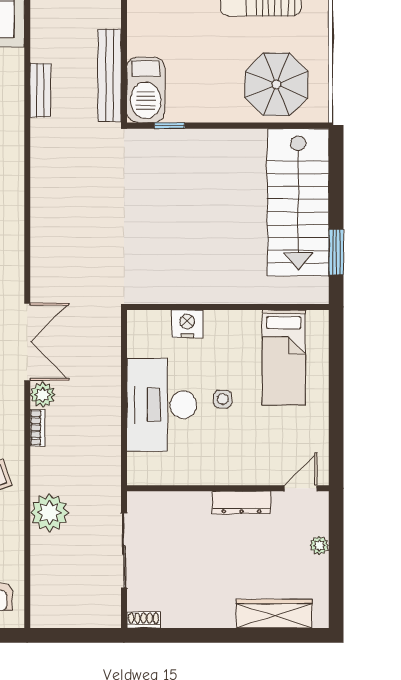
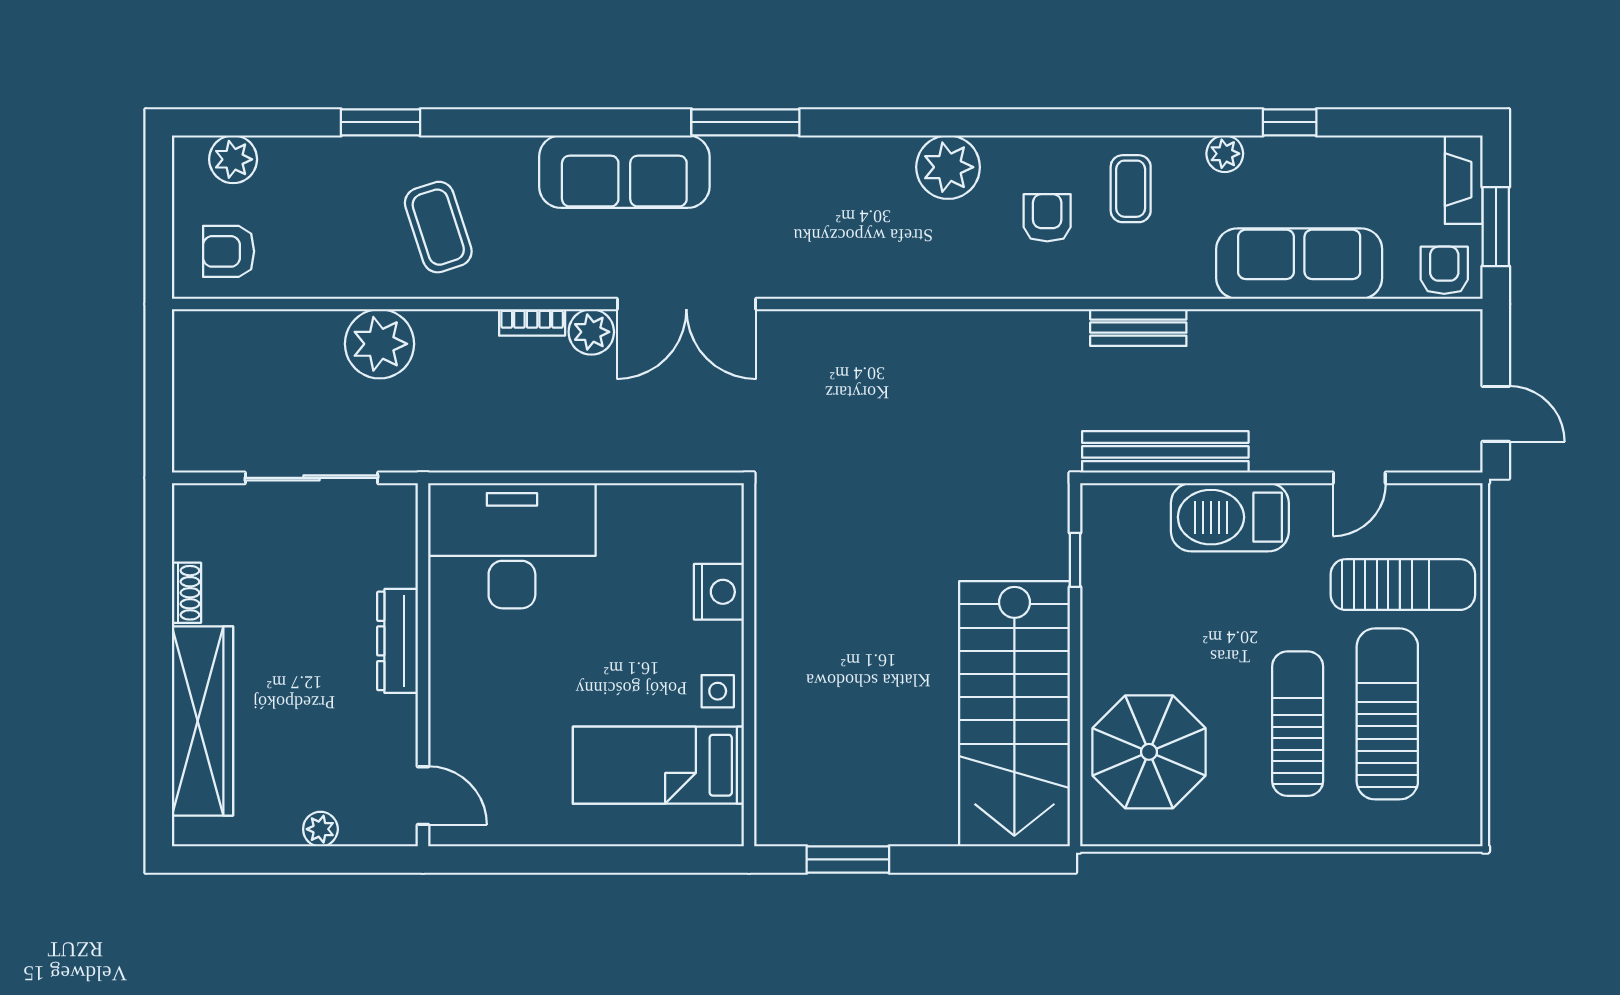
barbecue: (146, 90) -> (1230, 517), moved
stairs: (298, 202) -> (1014, 714), moved, turned -90
side table: (223, 399) -> (718, 691), moved
desk: (162, 405) -> (512, 546), moved
dresser: (242, 503) -> (397, 641), moved
wardrobe: (274, 614) -> (202, 721), width x1.40, depth x1.17
shoe rack: (144, 620) -> (186, 593), moved

